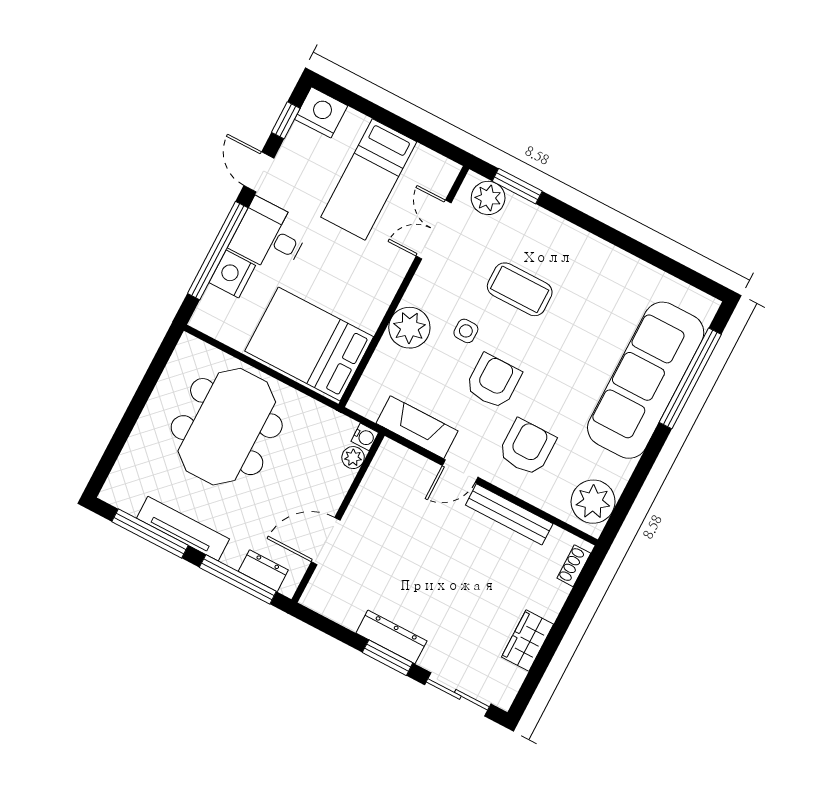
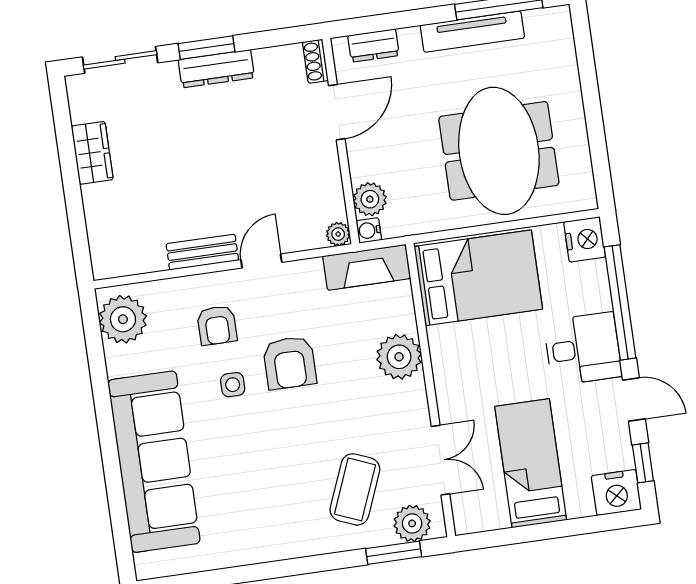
nightstand: (232, 274) -> (585, 239), moved
coffee table: (520, 289) -> (355, 489), moved, turned -68
side table: (466, 331) -> (233, 385), moved
window: (690, 378) -> (115, 492), removed
fireplace: (417, 427) -> (367, 267), moved
armchair: (527, 447) -> (217, 325), width x0.72, depth x0.72
plant: (389, 450) -> (338, 234), added
plant: (353, 458) -> (370, 199), width x1.38, depth x1.38
bench: (509, 514) -> (202, 252), width x0.73
shoe rack: (574, 566) -> (315, 61), moved, turned 180
window: (238, 579) -> (391, 21), removed

